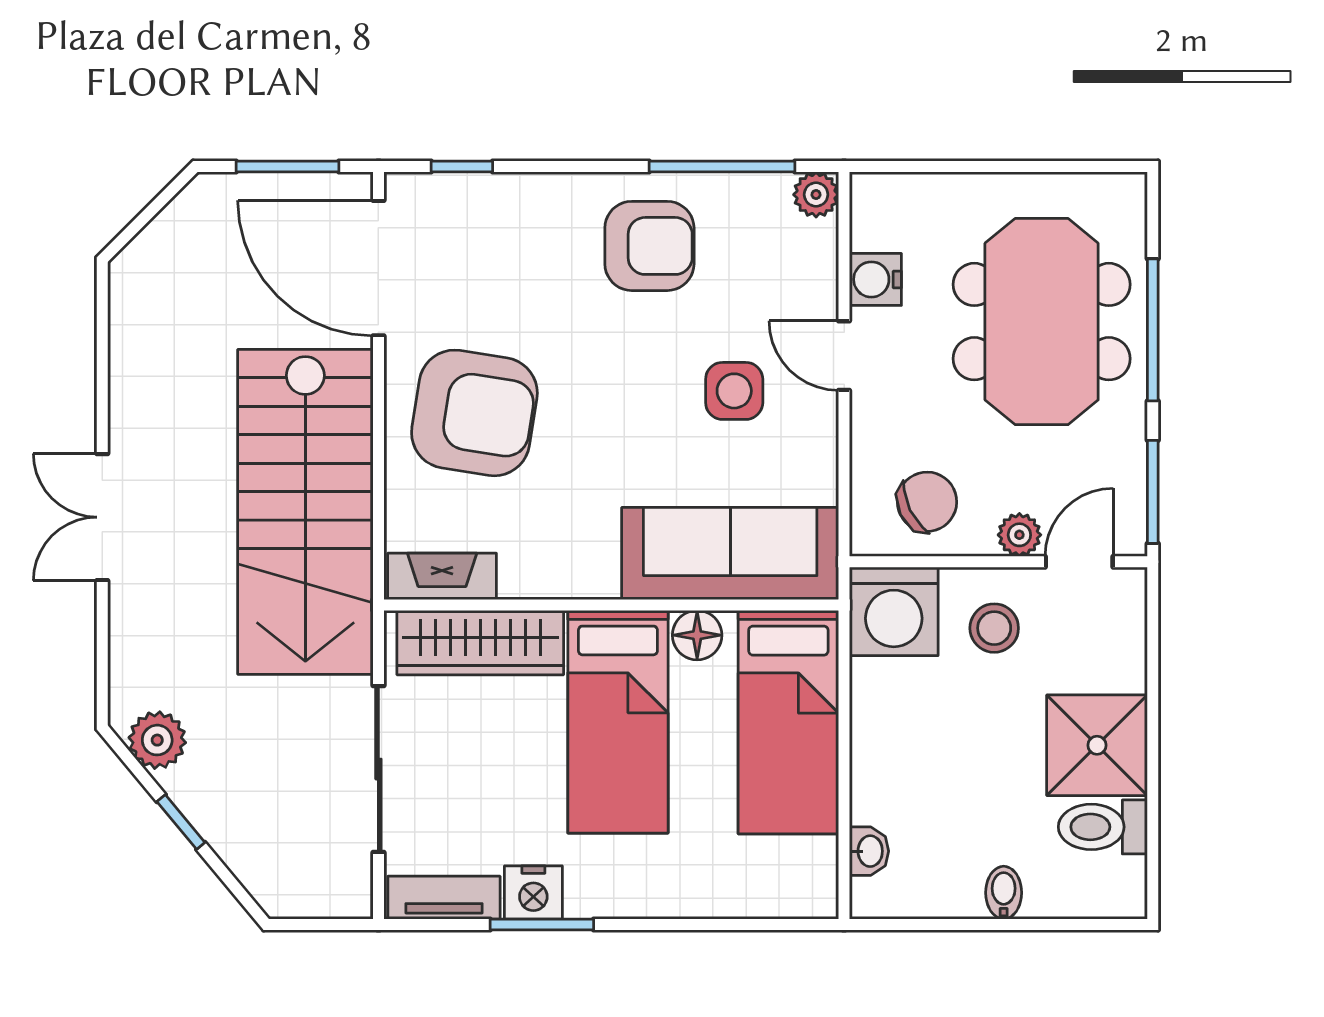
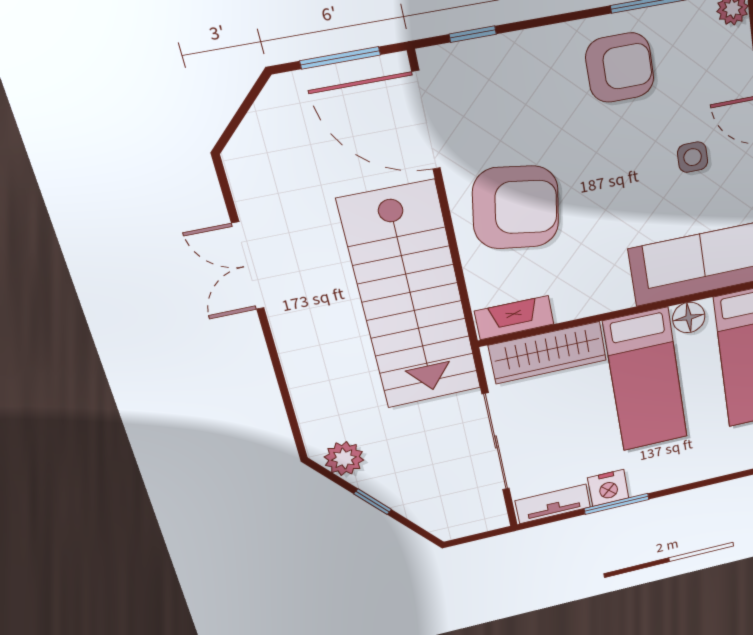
side table: (734, 391) -> (693, 157), width x0.73, depth x0.73
double door: (102, 517) -> (248, 266), moved

